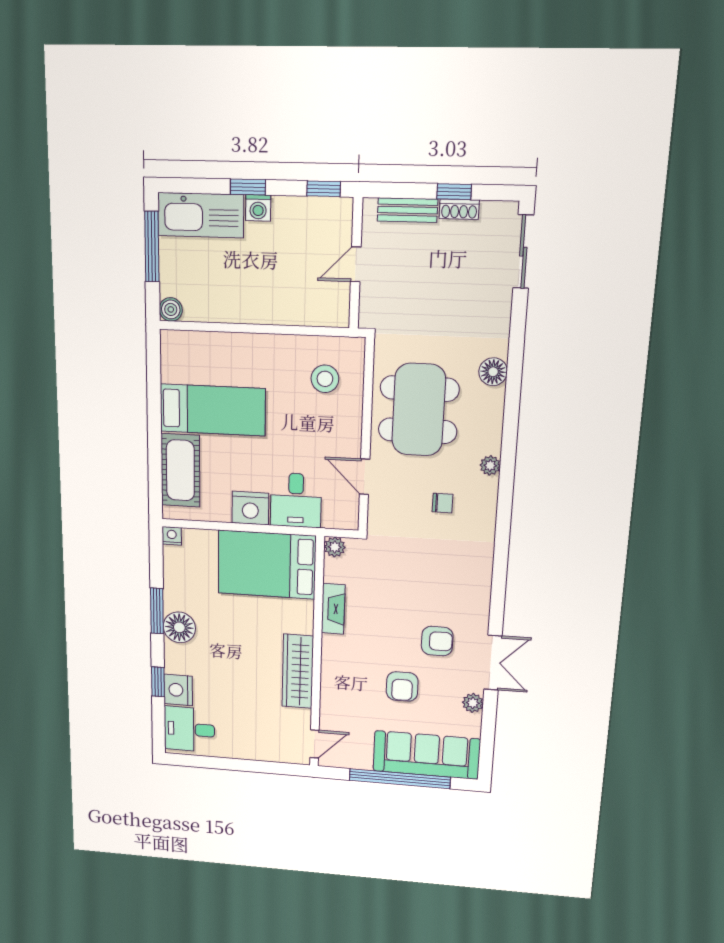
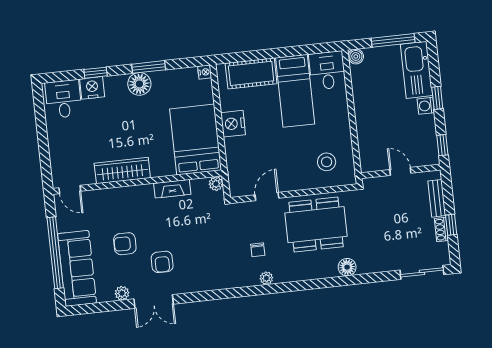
plant: (490, 465) -> (266, 278), moved
desk: (296, 500) -> (327, 70), moved, turned 90

